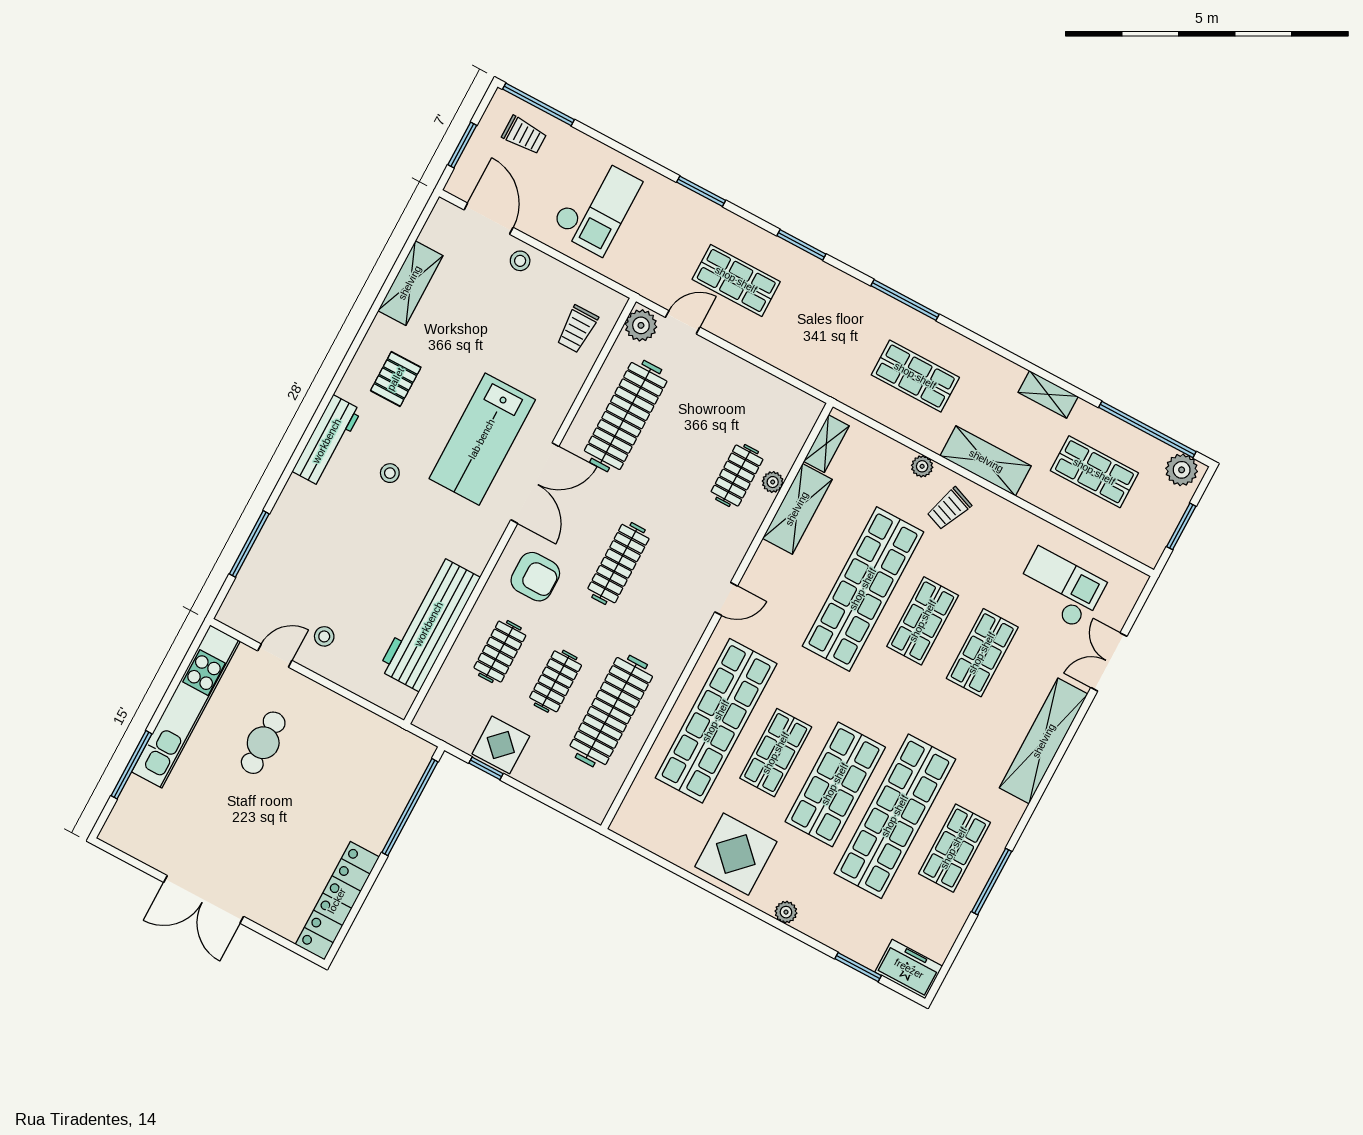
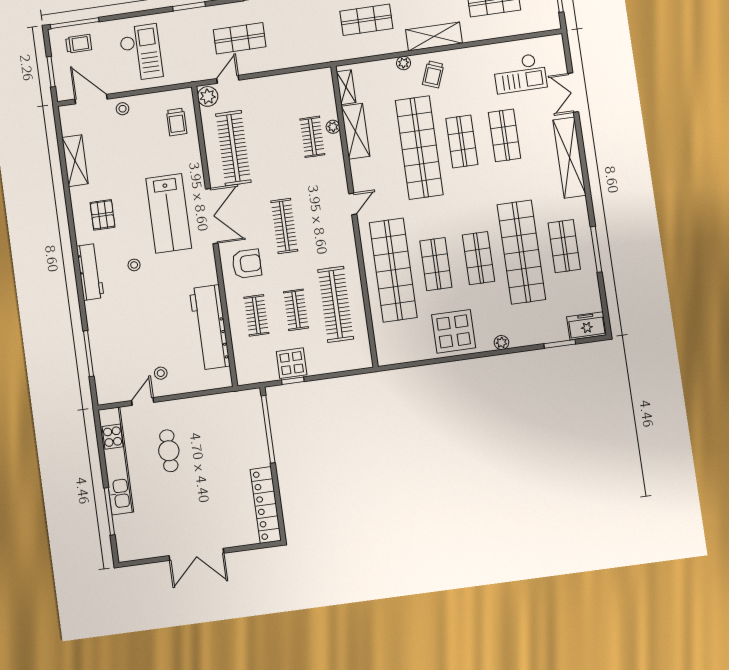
checkout: (1060, 588) -> (520, 73), turned 180
shop shelf: (835, 784) -> (479, 258), width x0.70, depth x0.74

